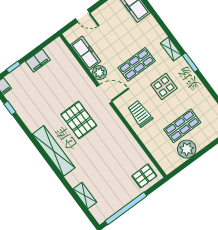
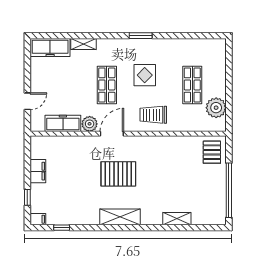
shelving: (171, 49) -> (84, 44), moved
plant: (187, 149) -> (216, 108), moved
shelving: (54, 151) -> (120, 217), width x0.68
shelving: (85, 196) -> (177, 219), moved

